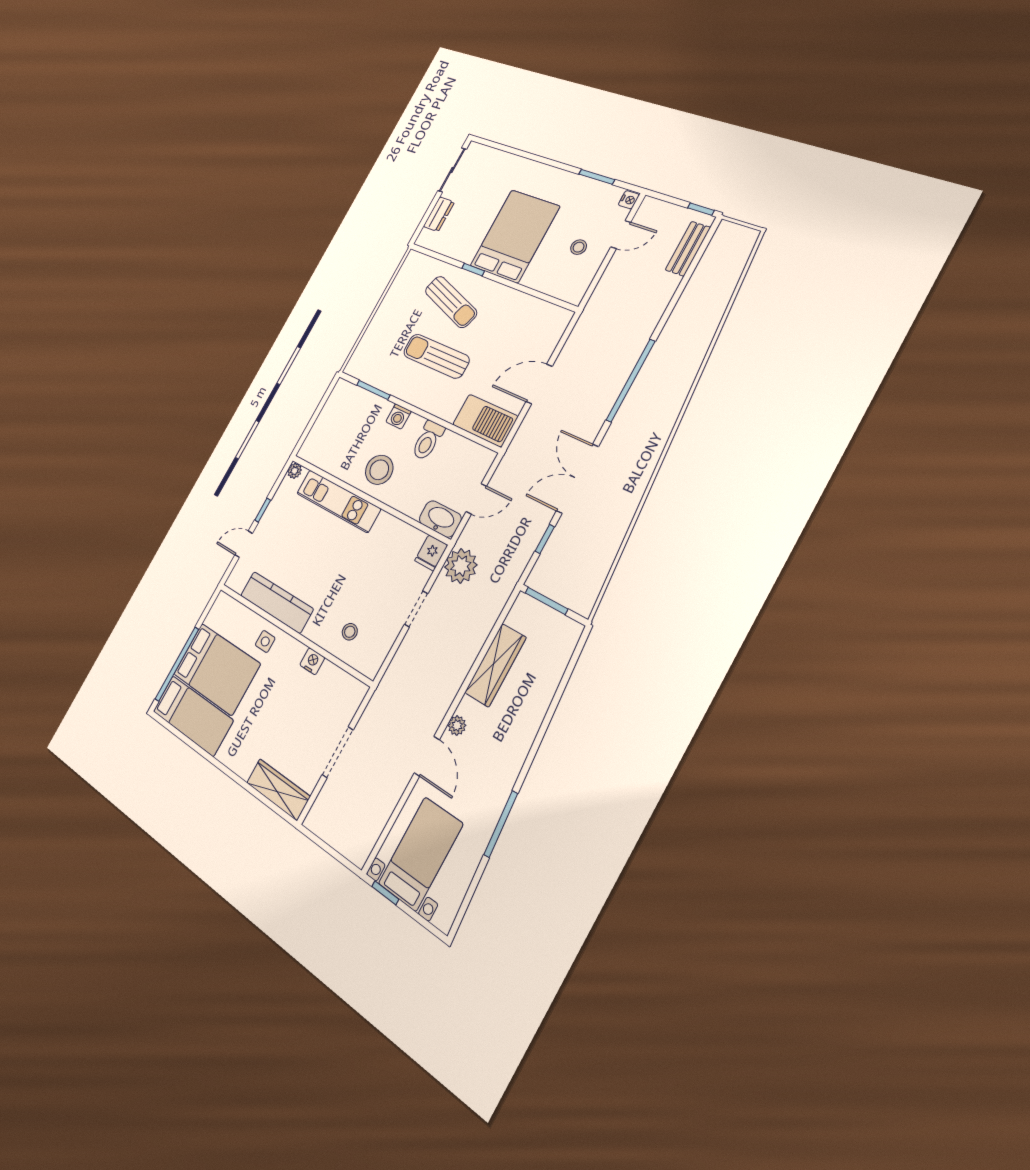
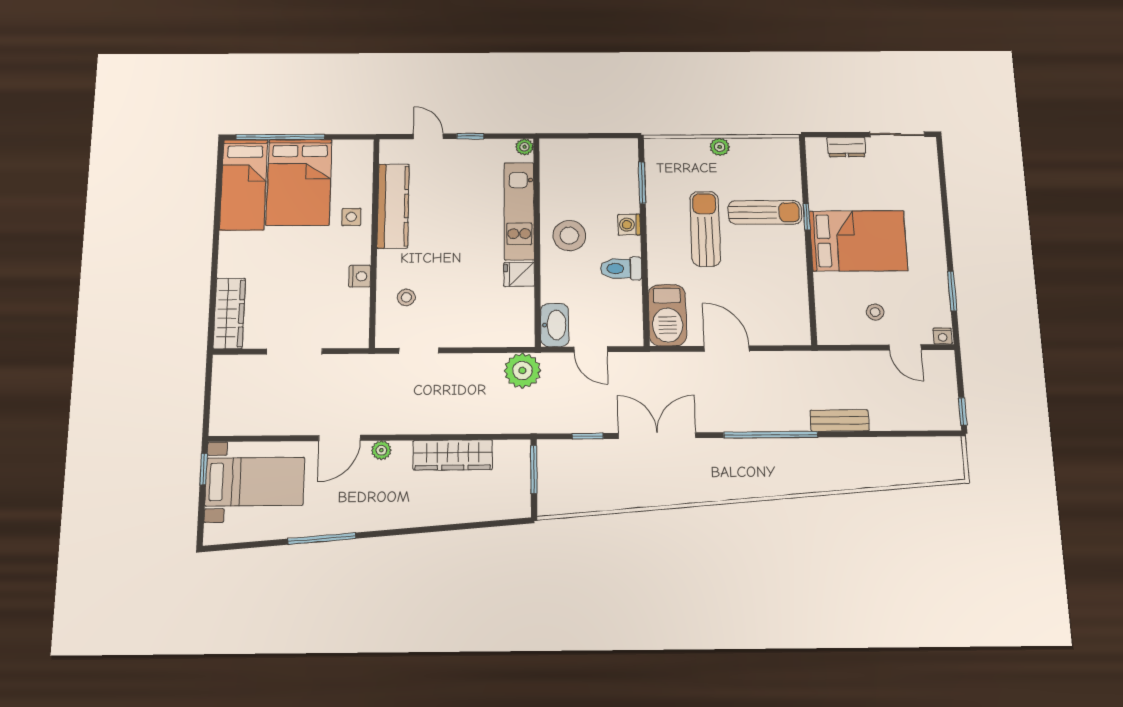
bench: (688, 249) -> (840, 420), moved
sun lounger: (451, 302) -> (765, 212), turned -109
plant: (382, 315) -> (720, 147), added
fridge: (431, 553) -> (519, 274), moved
doorway: (416, 609) -> (419, 351), moved

